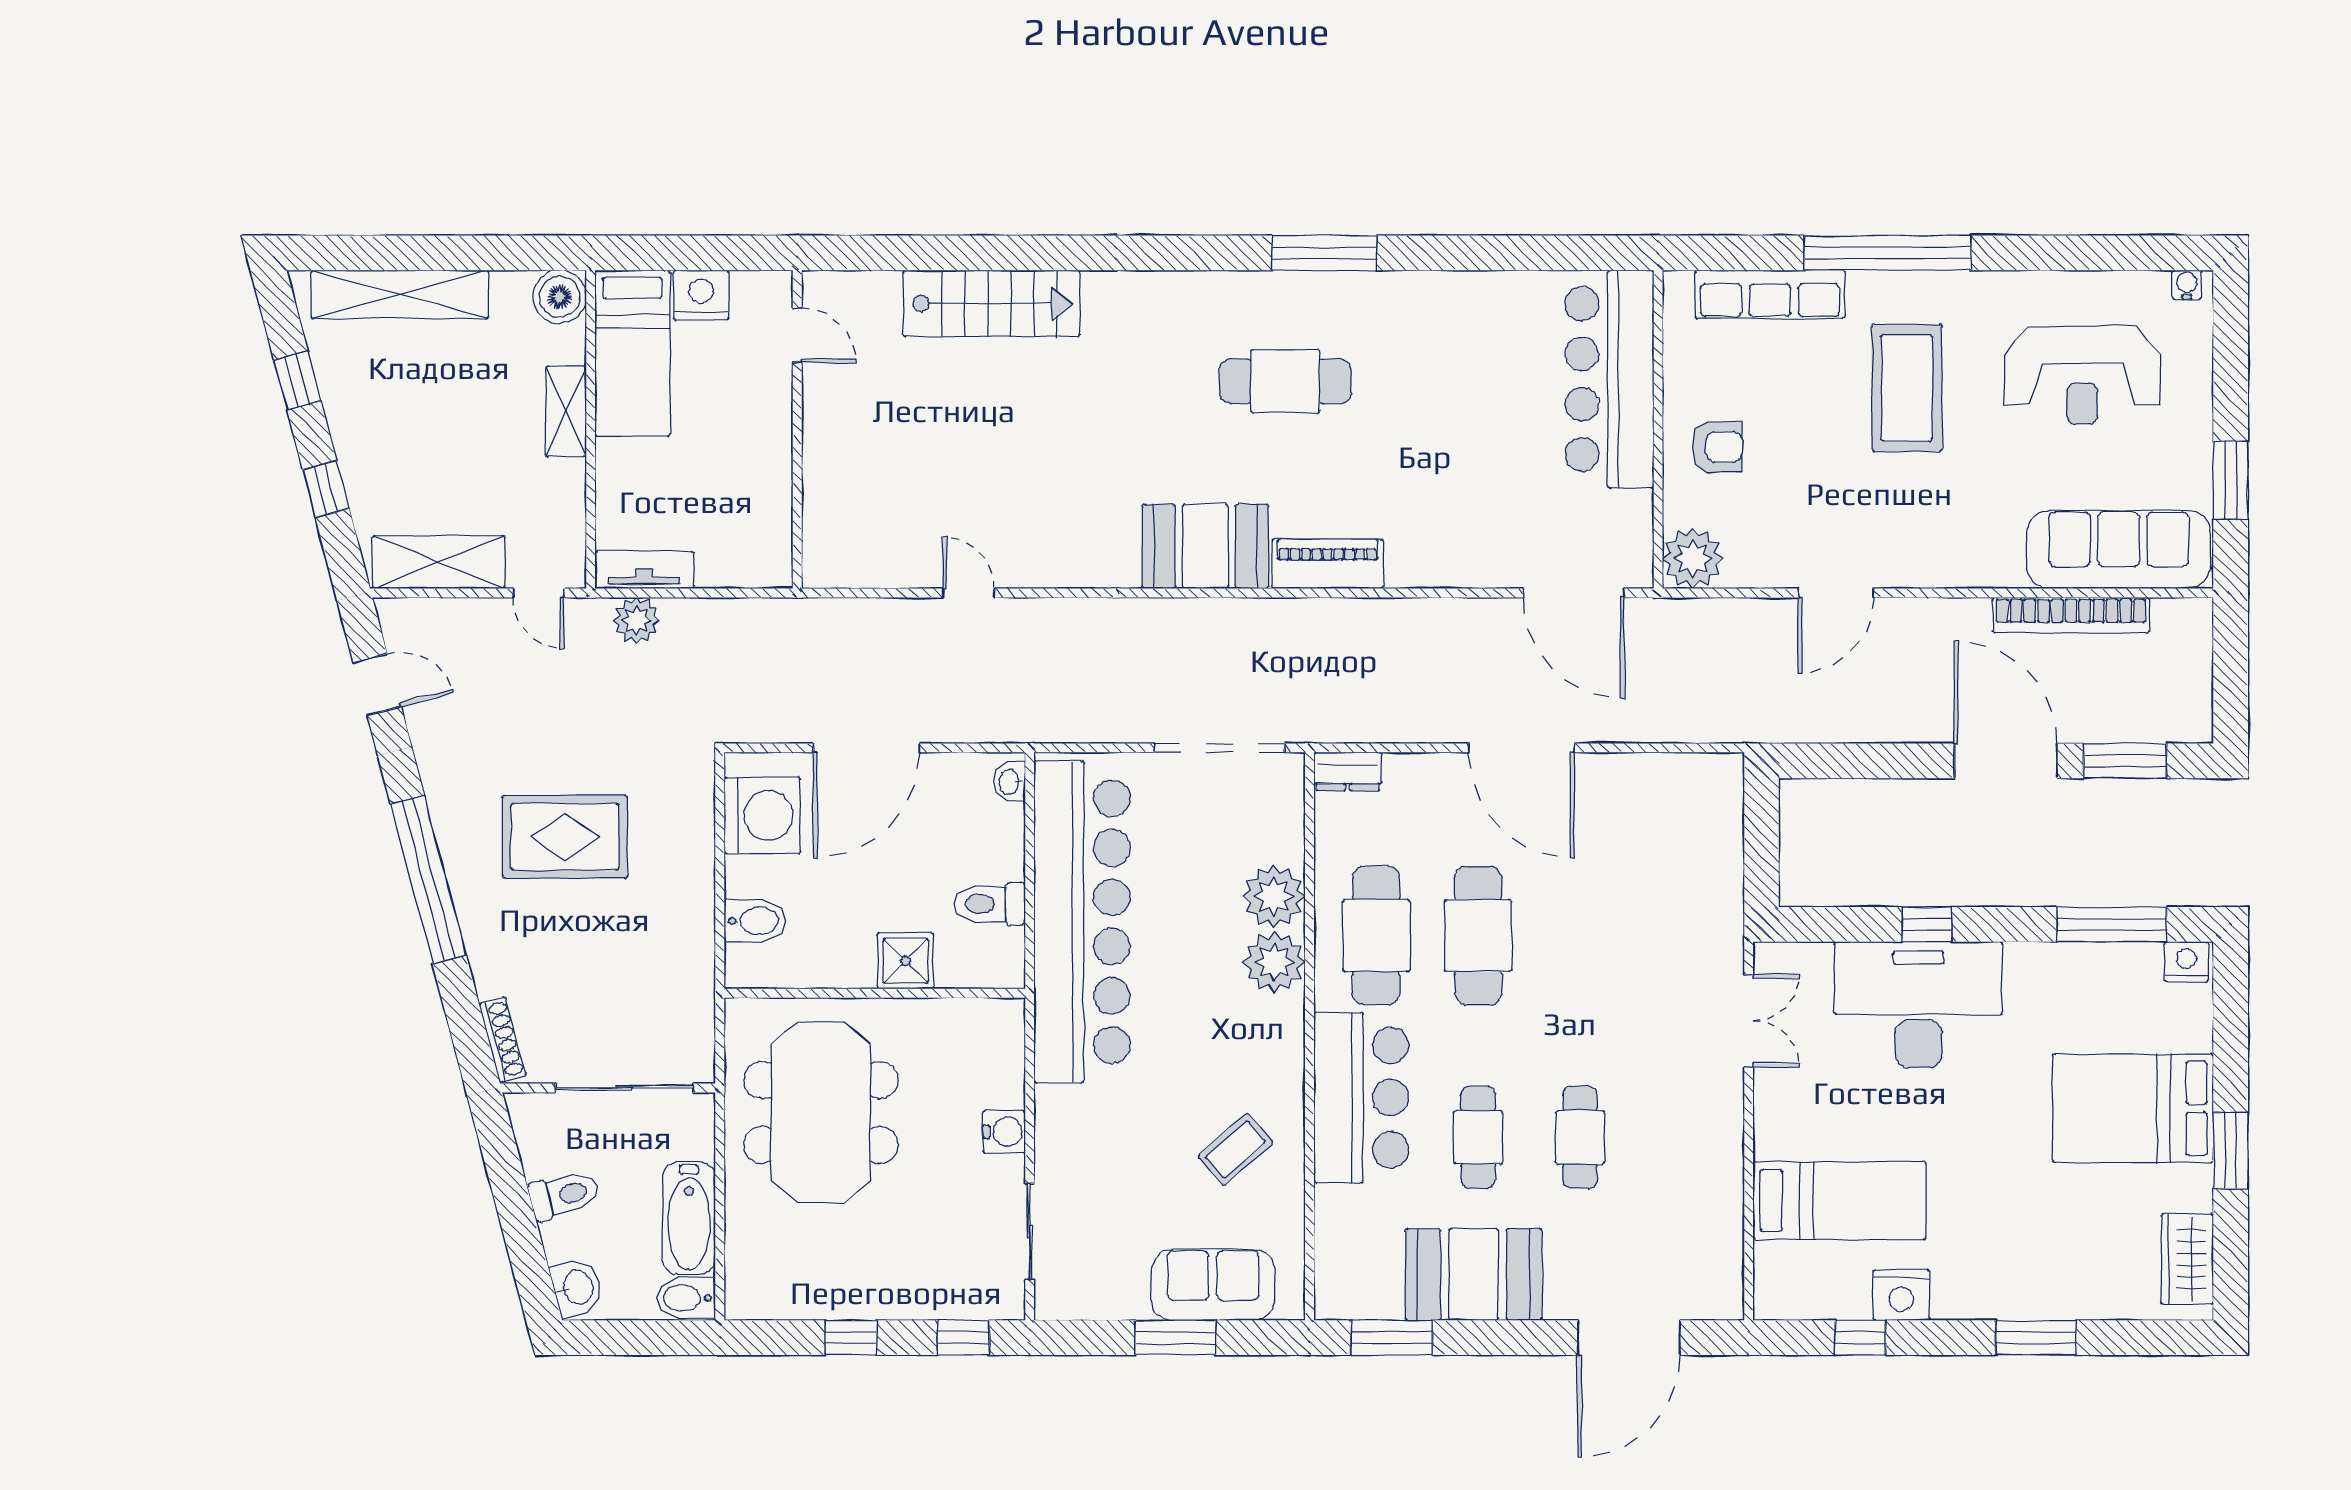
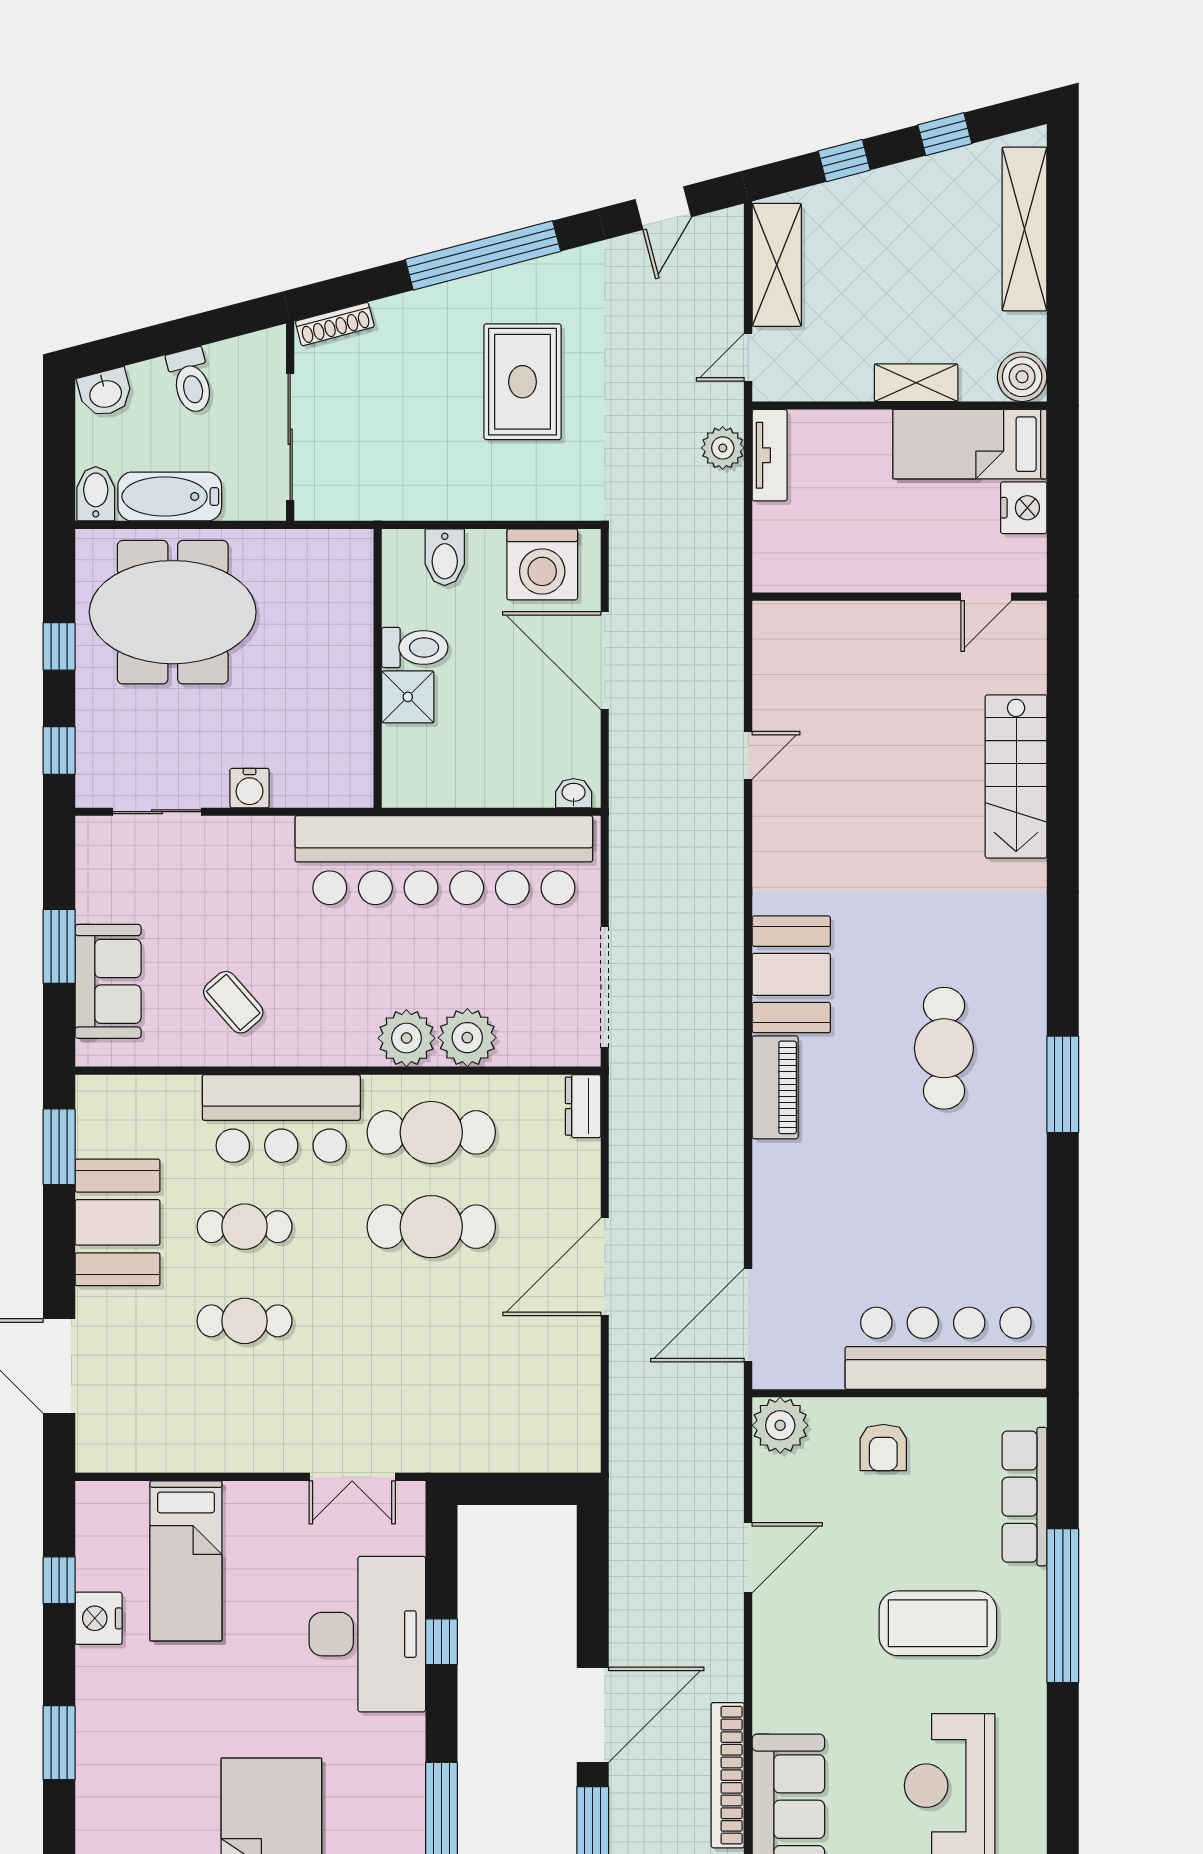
door: (1836, 593) -> (748, 1558), swing flipped
toilet: (990, 904) -> (415, 647), moved, turned 90
meeting table: (821, 1112) -> (173, 612), moved

